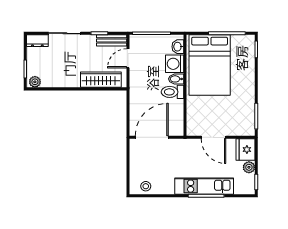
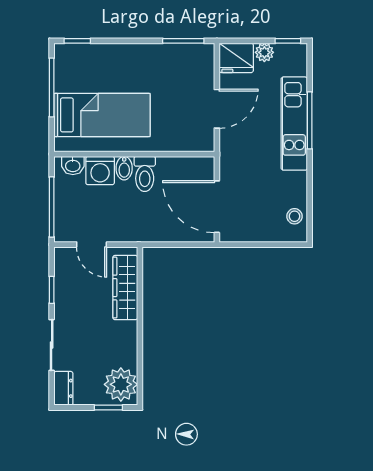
bench: (112, 40) -> (63, 271), removed
bed: (210, 65) -> (102, 115), width x0.67
plant: (35, 82) -> (121, 384), width x1.87, depth x1.87

